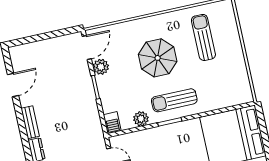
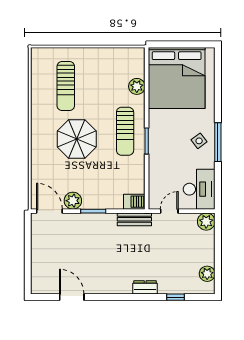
sun lounger: (203, 37) -> (66, 86), turned -90
plant: (141, 119) -> (137, 86), moved
bench: (30, 122) -> (134, 219), moved

